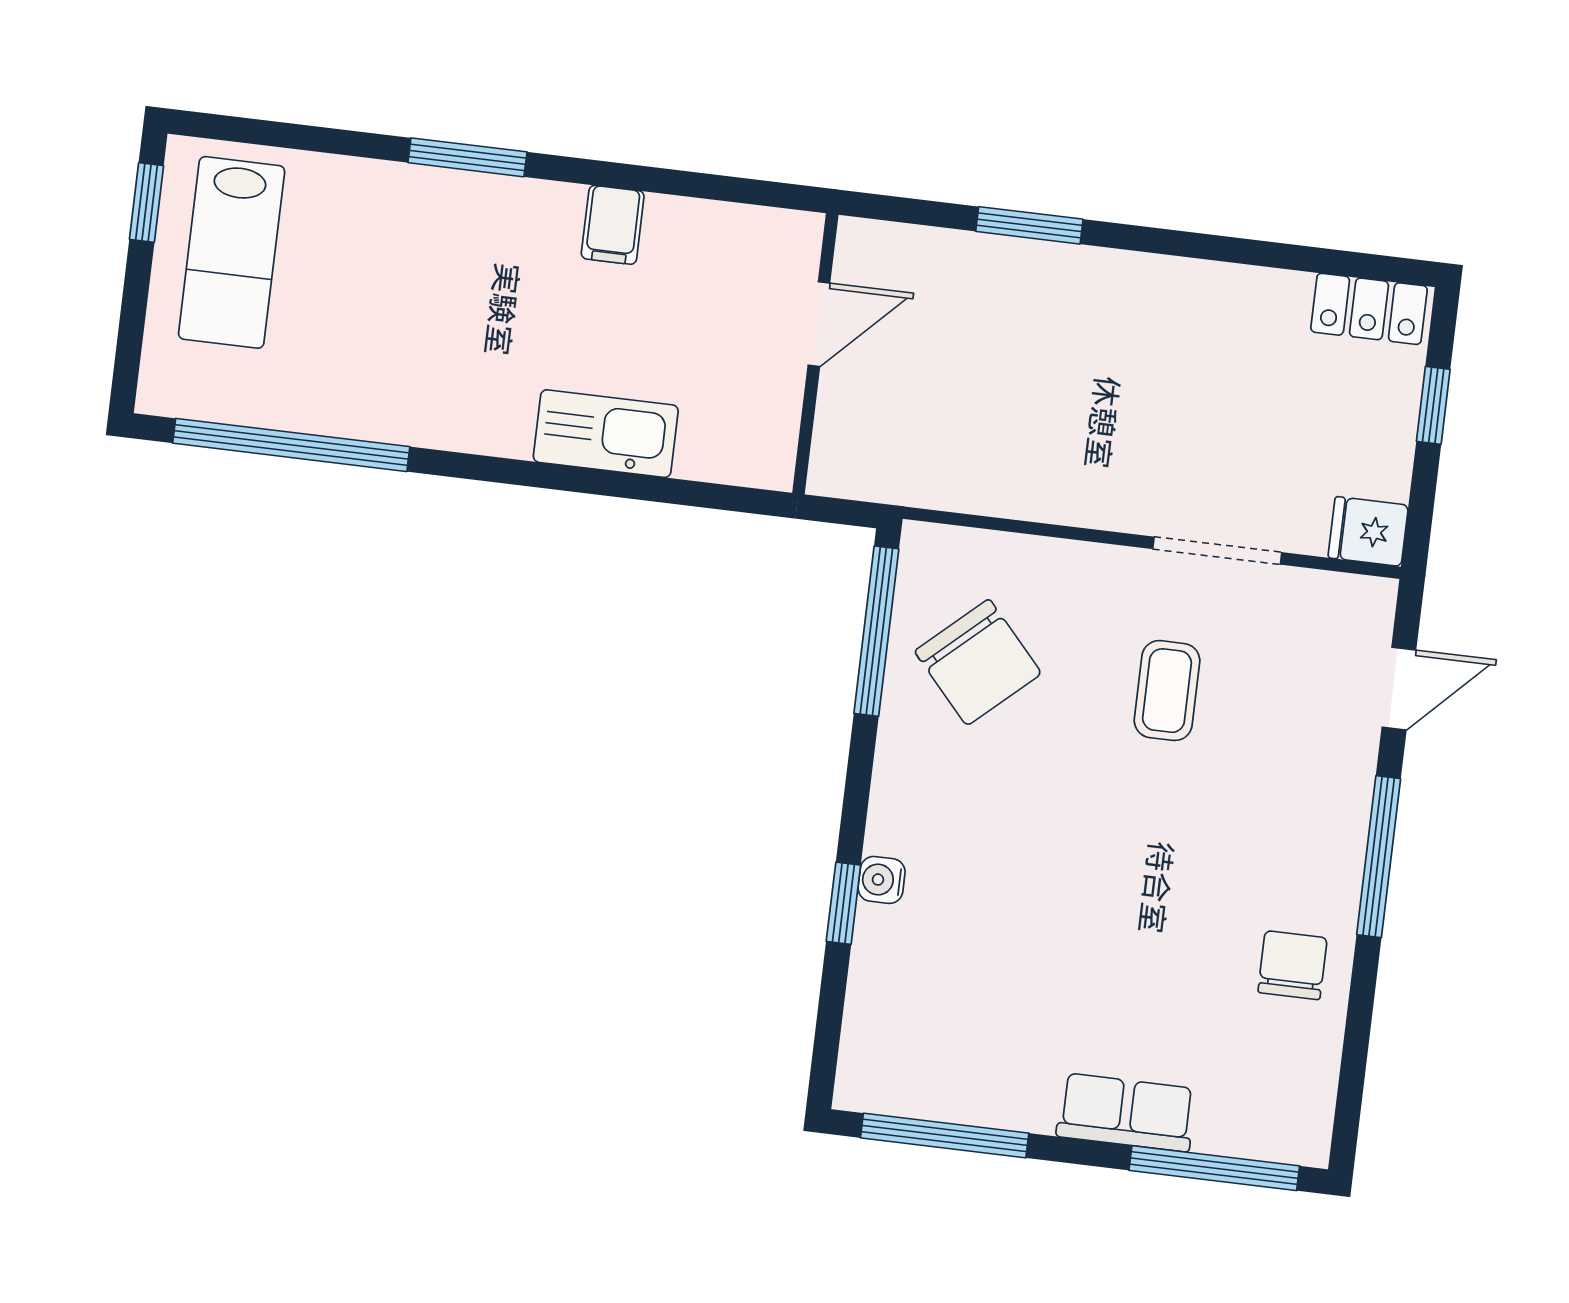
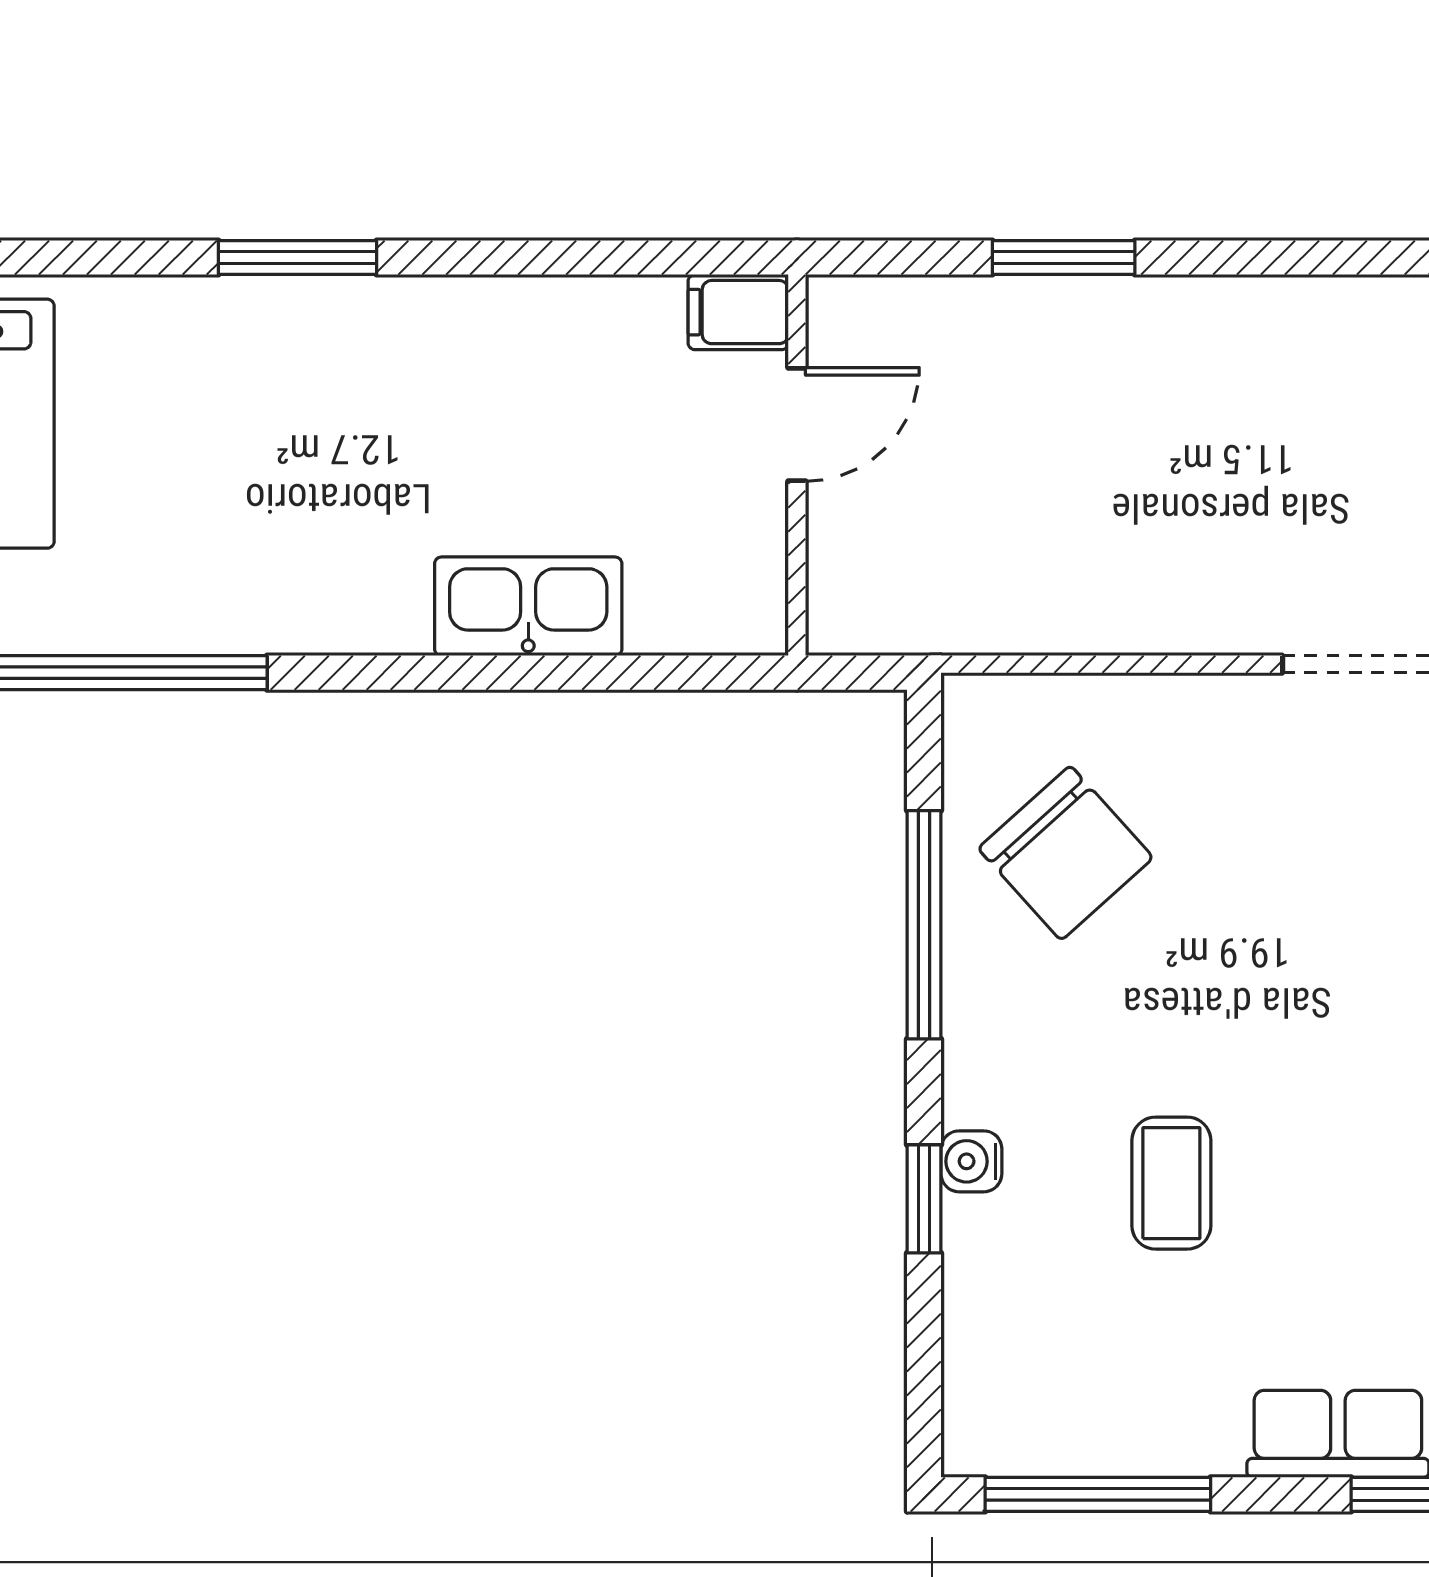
filing cabinet: (613, 225) -> (738, 312), moved, turned 90
window: (876, 631) -> (924, 925), moved
coffee table: (1167, 691) -> (1171, 1183), moved

